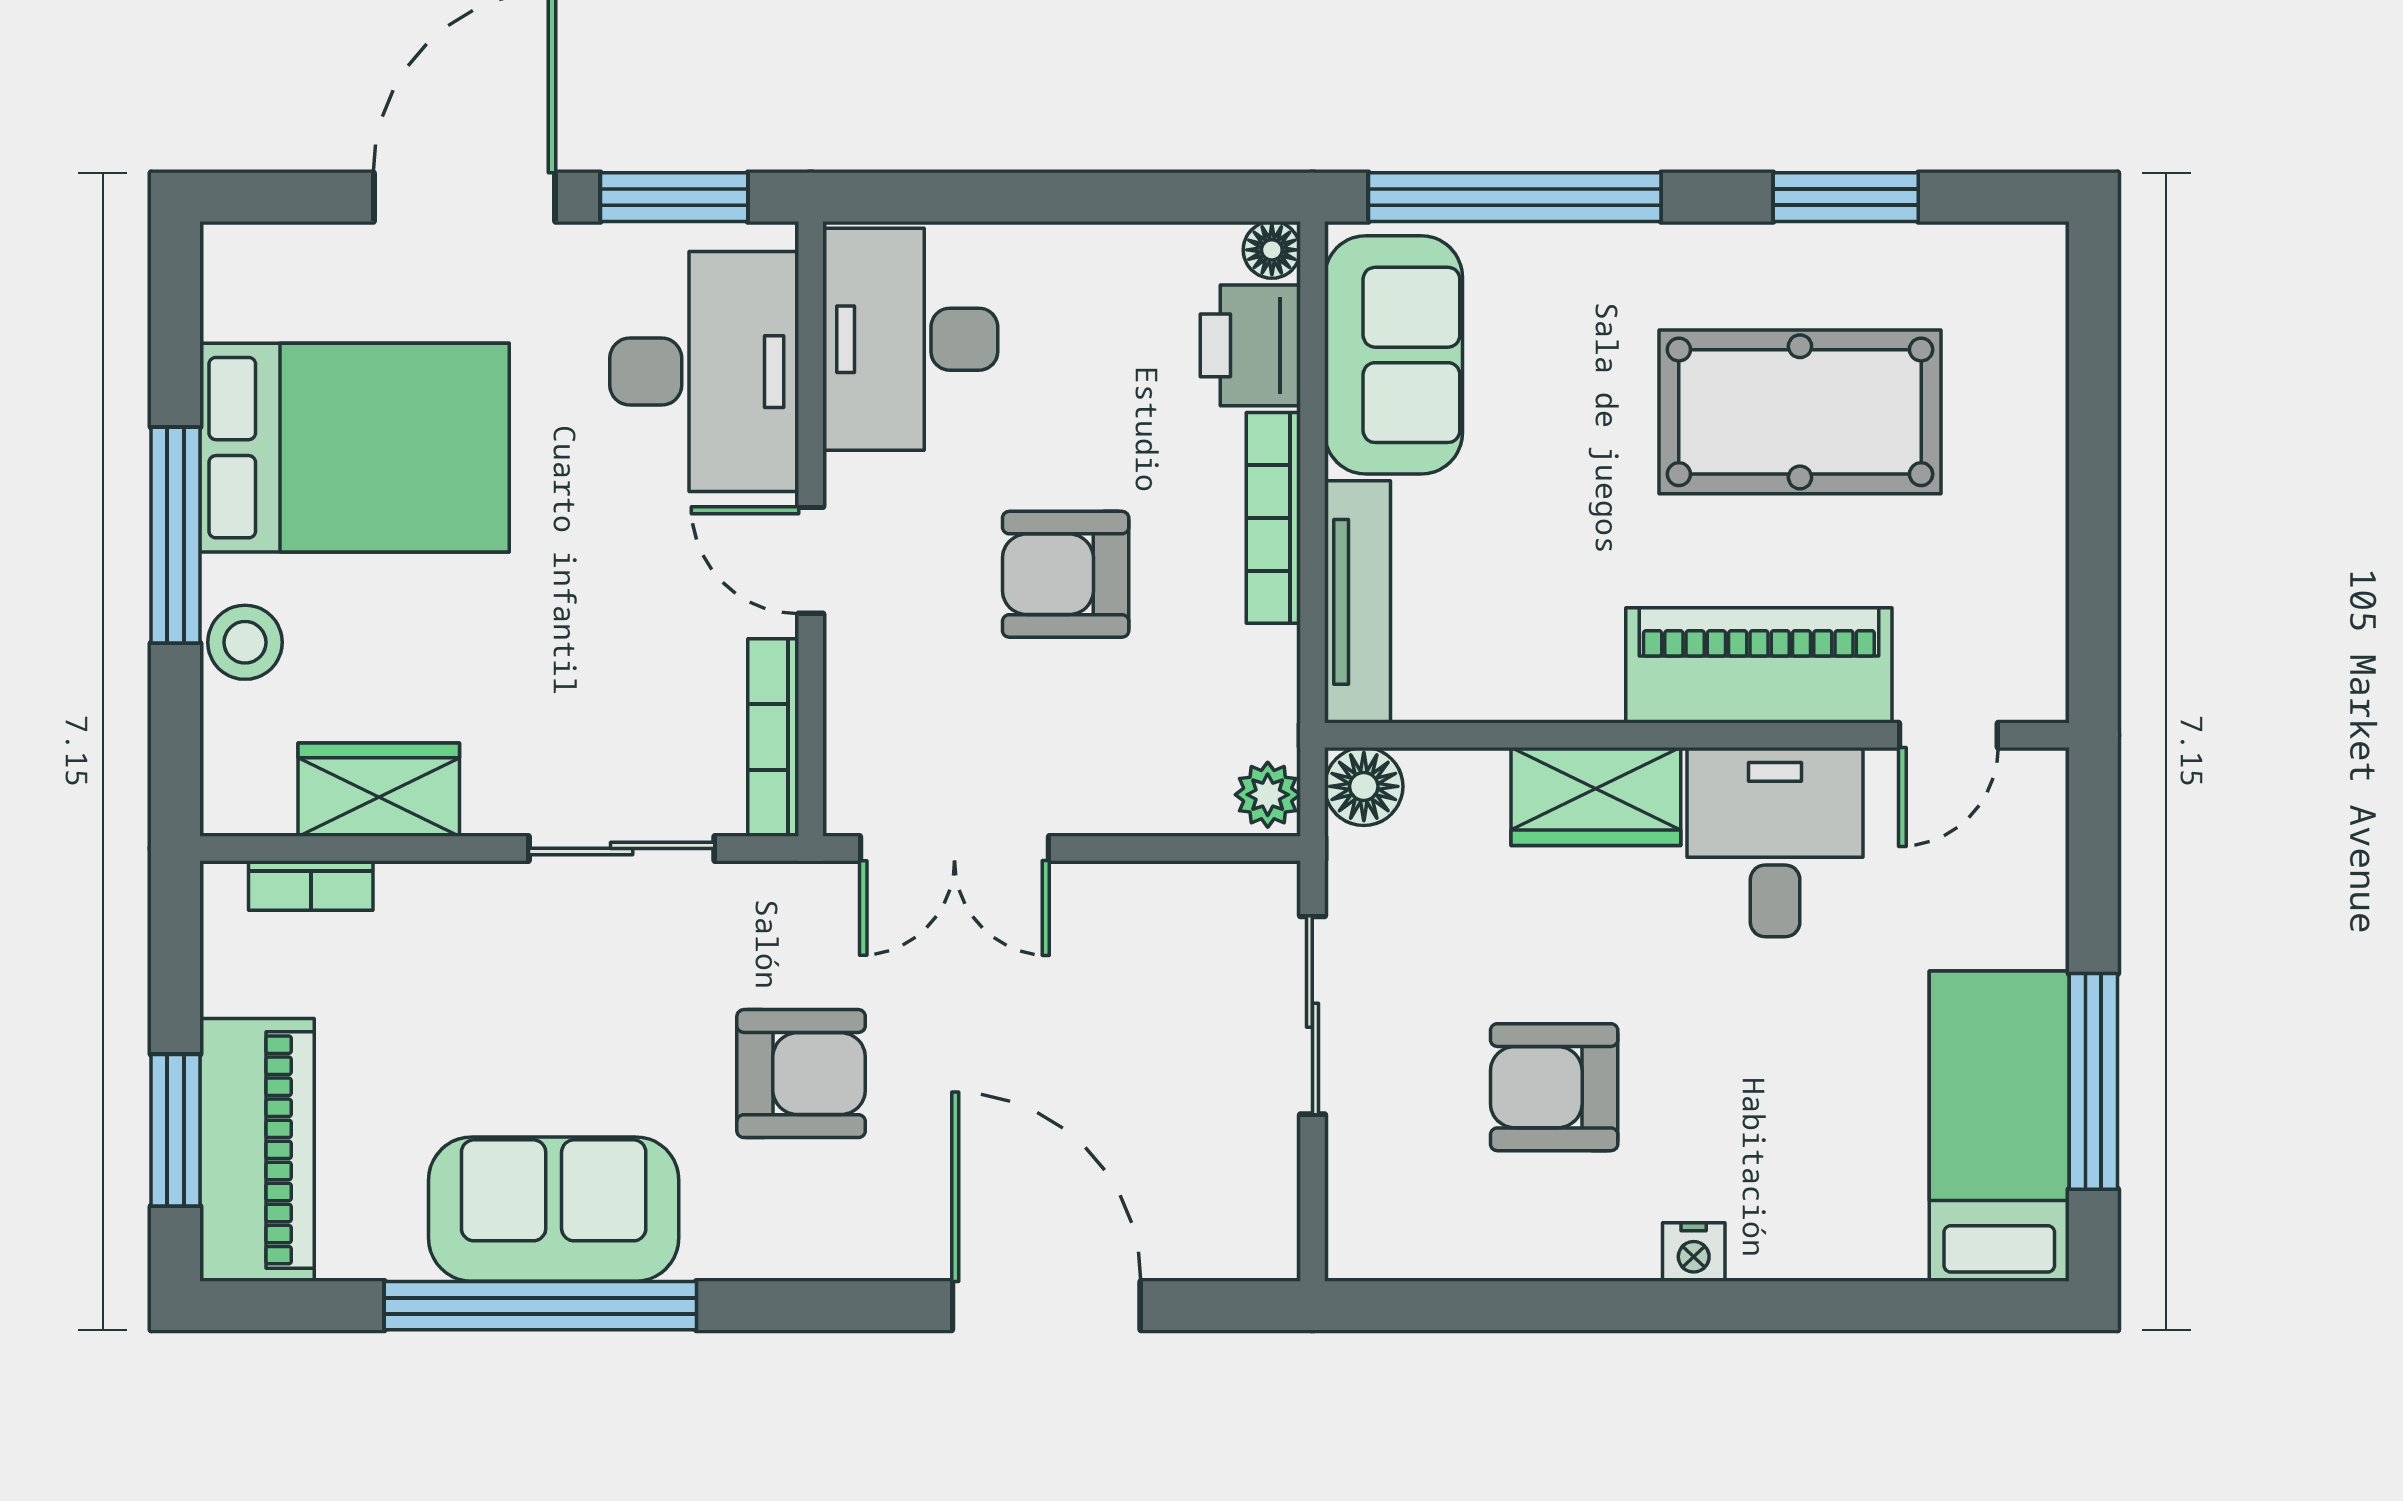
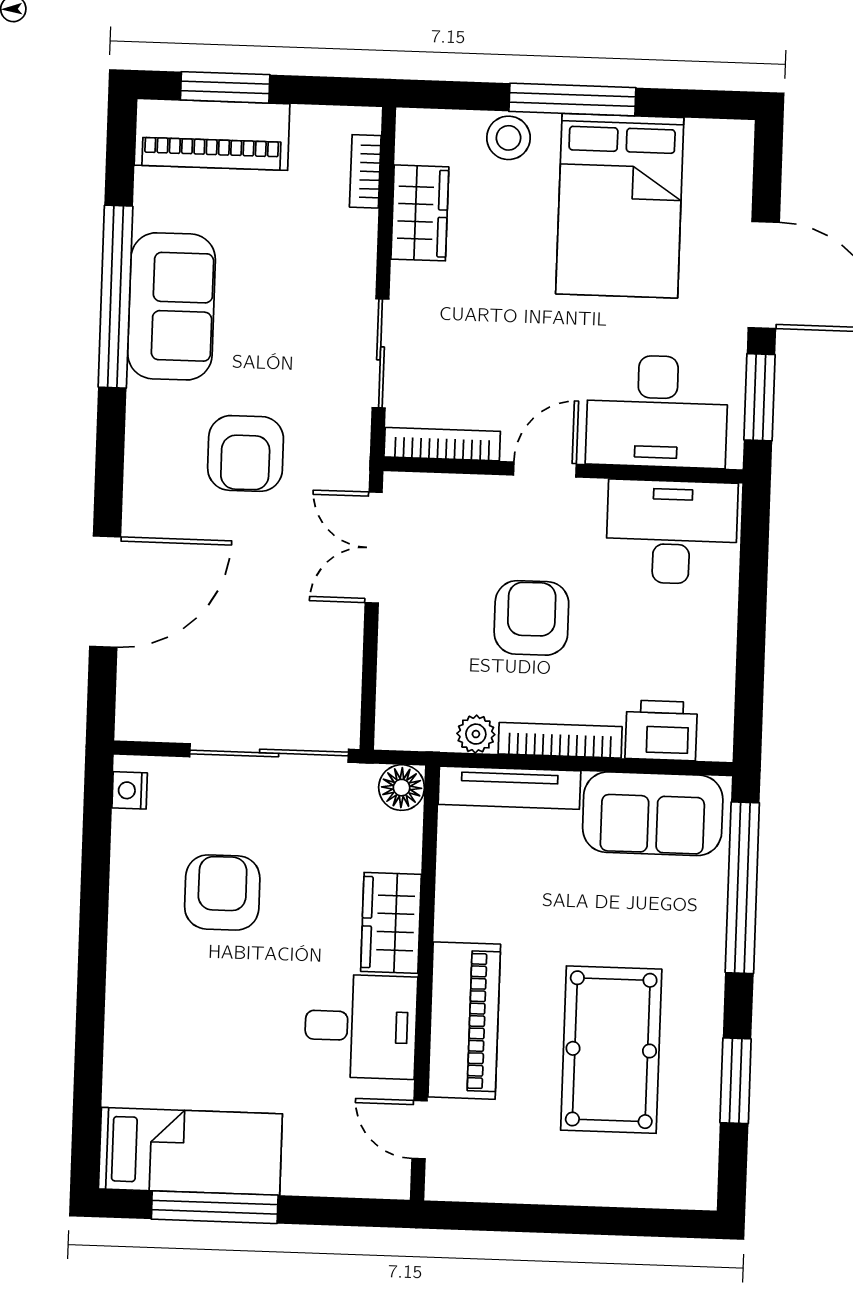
floor lamp: (1272, 250) -> (716, 745), removed
plant: (1268, 795) -> (476, 734), moved
sliding door: (1312, 1015) -> (269, 753), width x1.37
nightstand: (1694, 1252) -> (130, 790), moved

